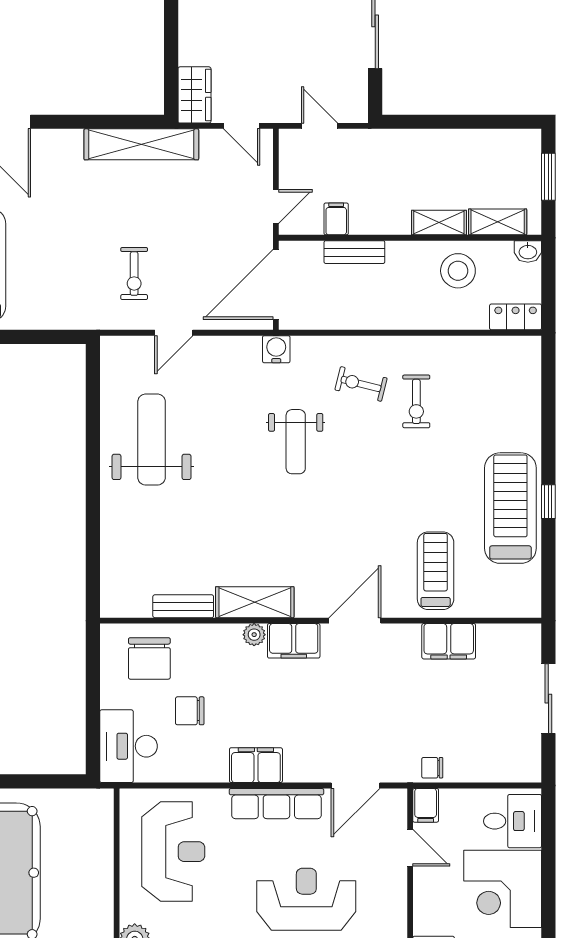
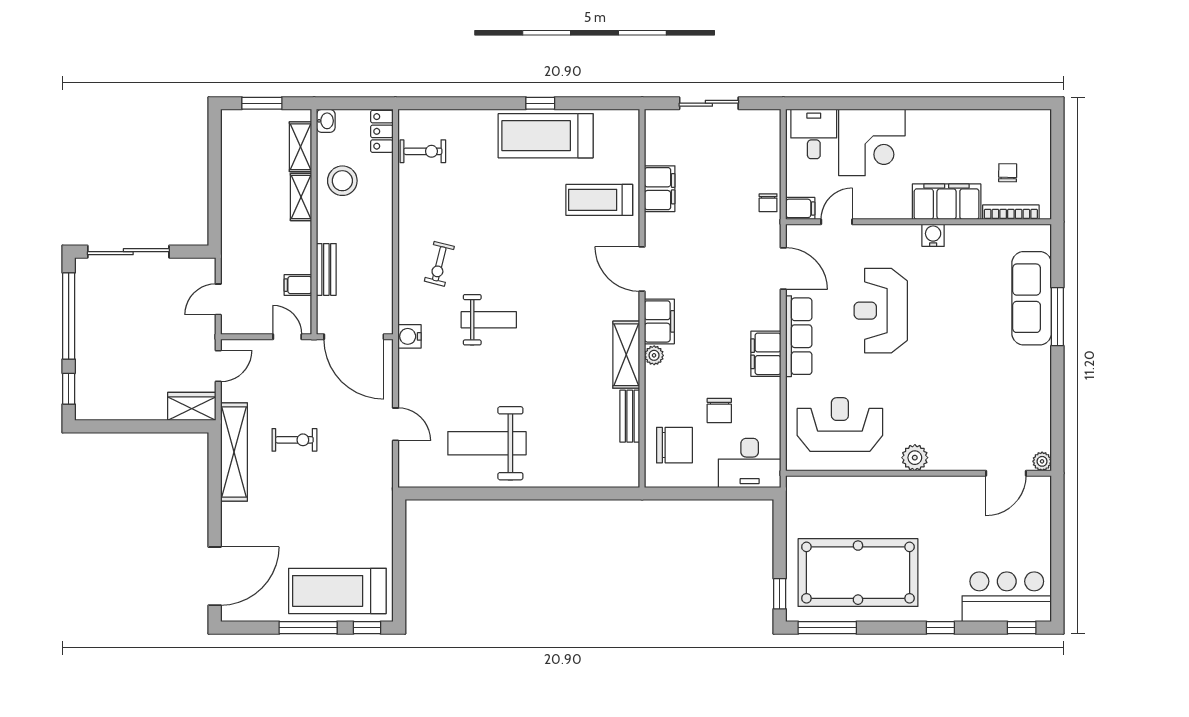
exercise bike: (134, 274) -> (294, 440), moved
exercise bike: (416, 401) -> (423, 151), moved

